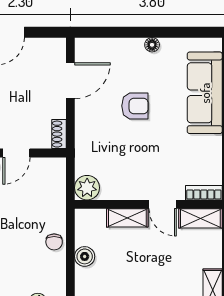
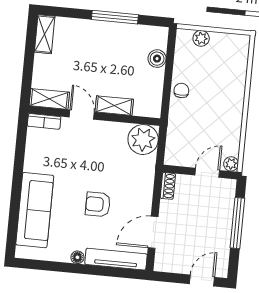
tv unit: (109, 47) -> (116, 259), added
plant: (87, 188) -> (143, 140), width x1.36, depth x1.36
boiler: (85, 256) -> (157, 59), moved

